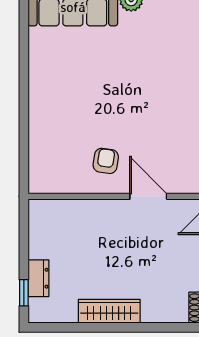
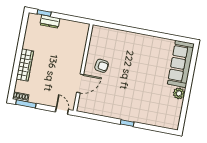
wardrobe: (109, 311) -> (25, 65), moved

